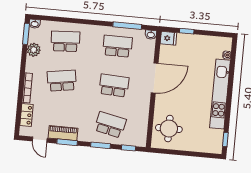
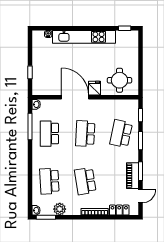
fridge: (168, 38) -> (95, 88), moved

